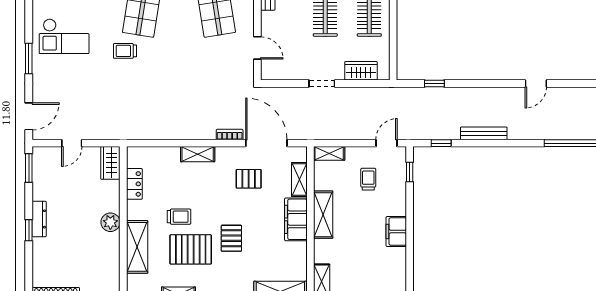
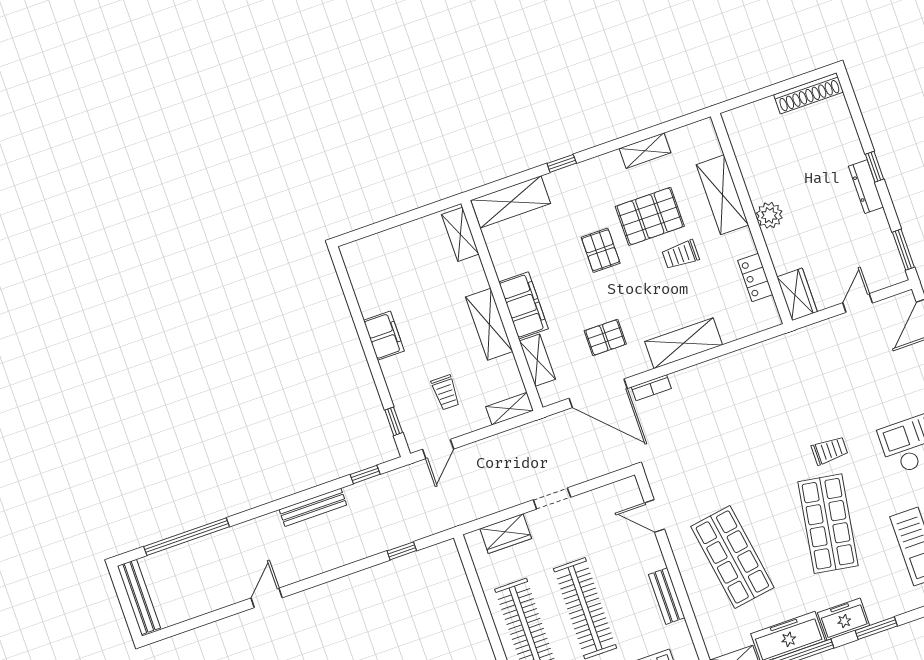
shelving: (198, 154) -> (684, 343), width x1.50, depth x1.33

